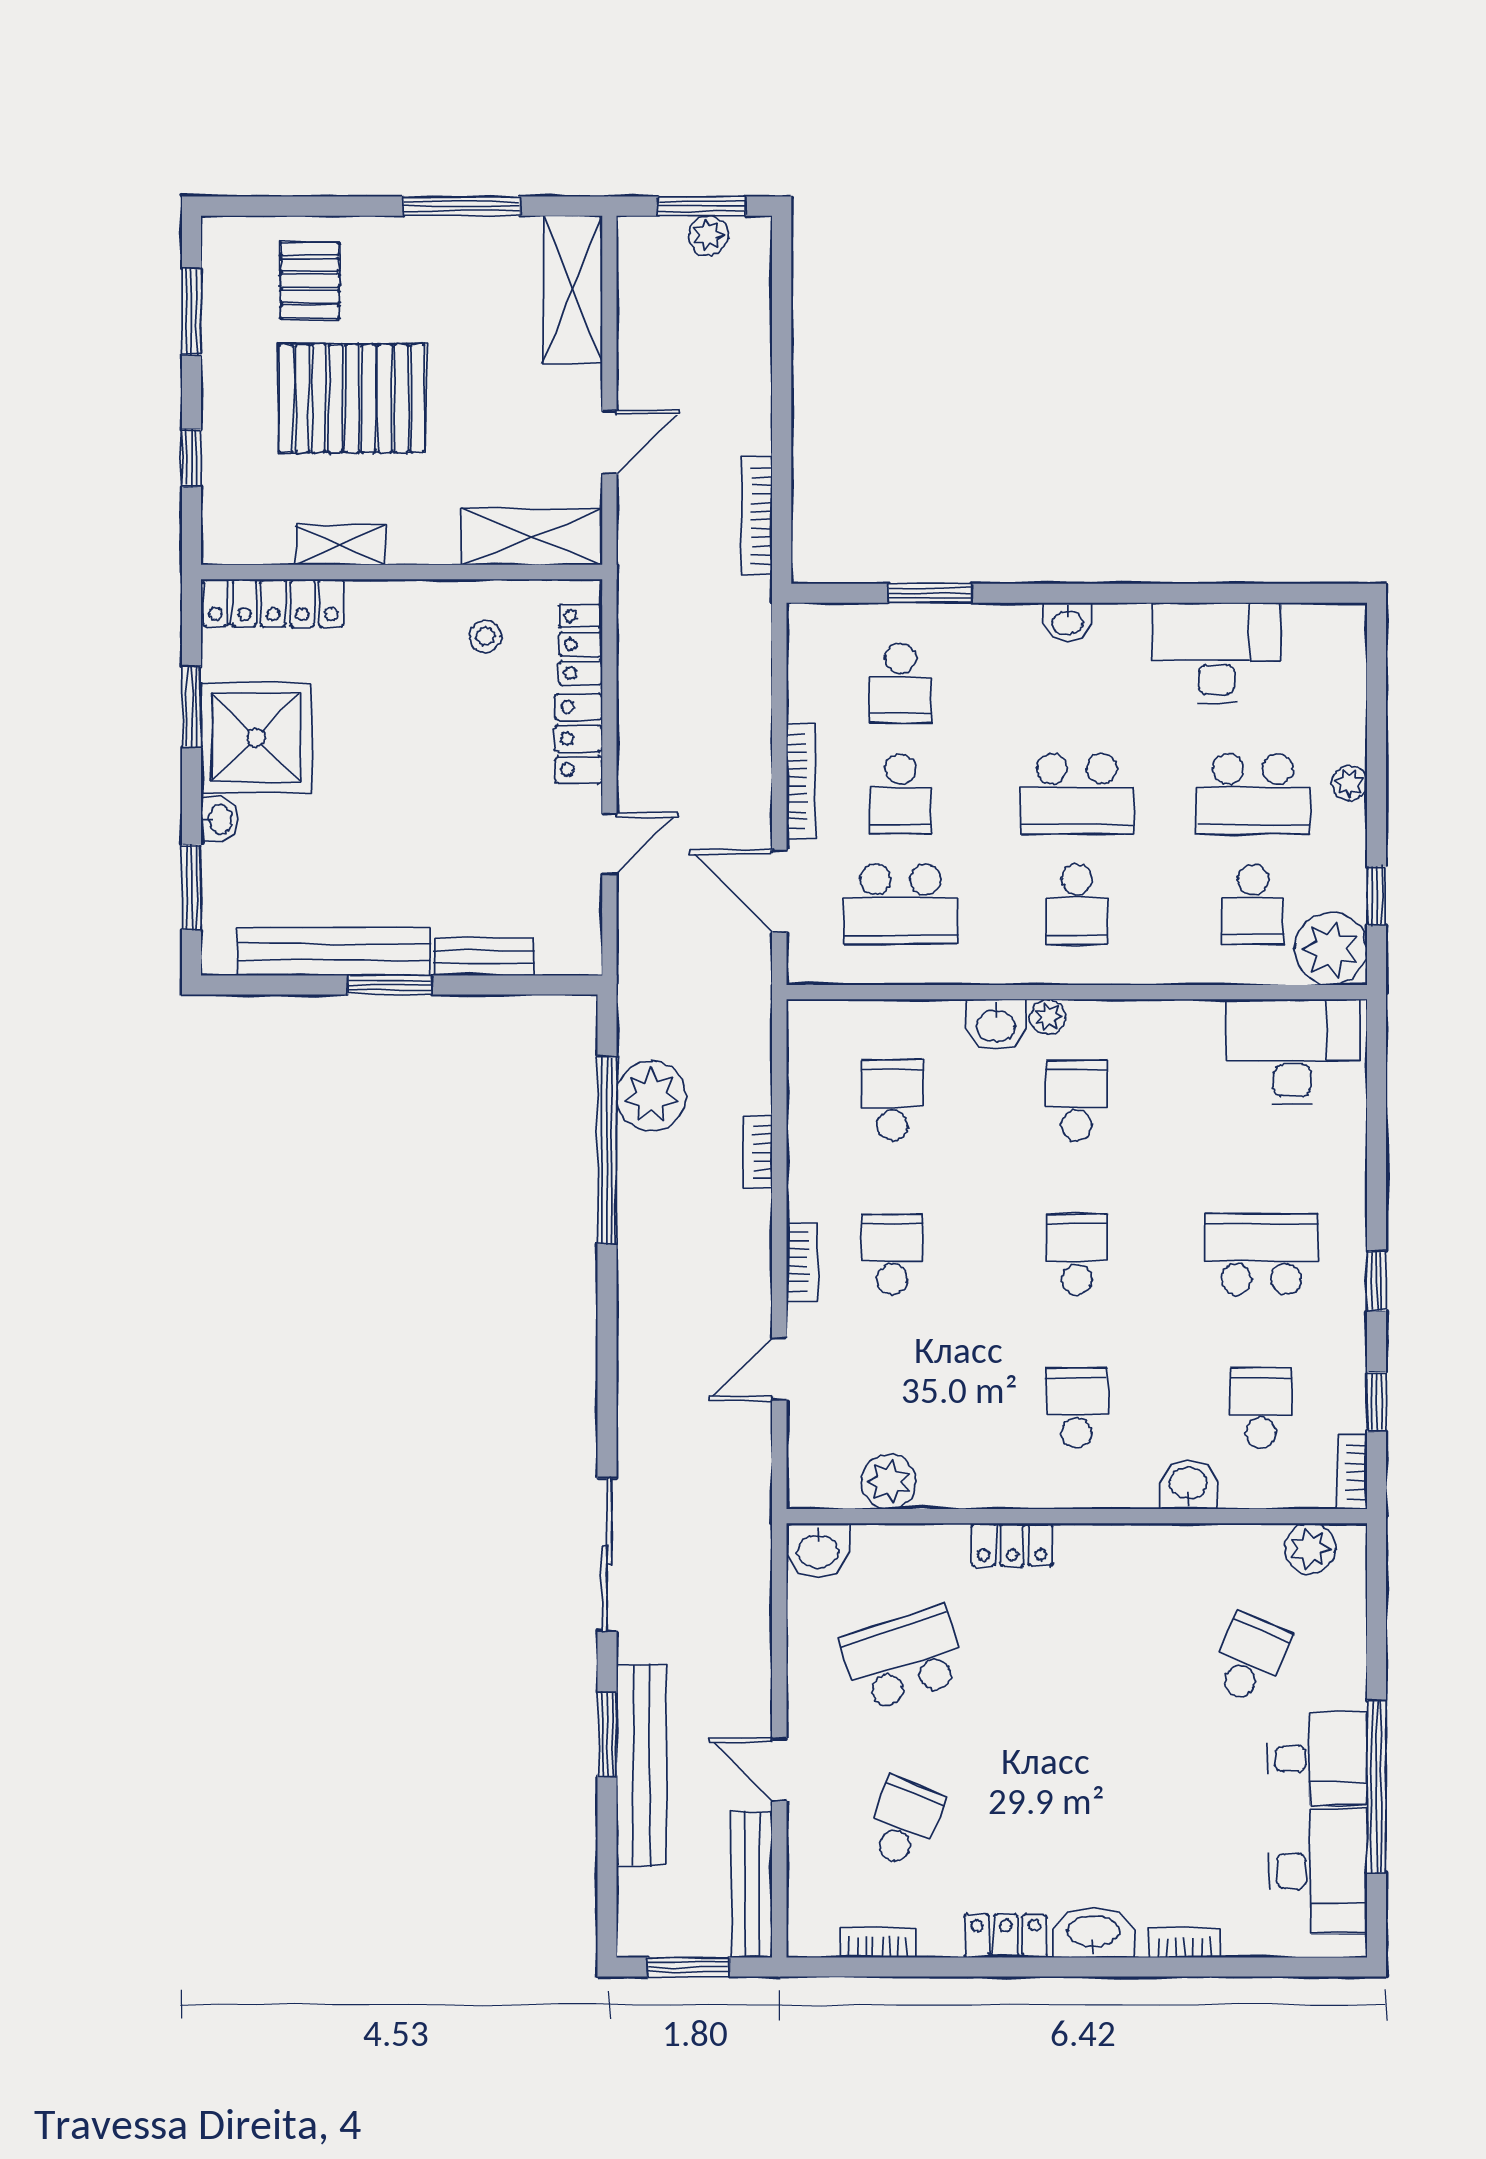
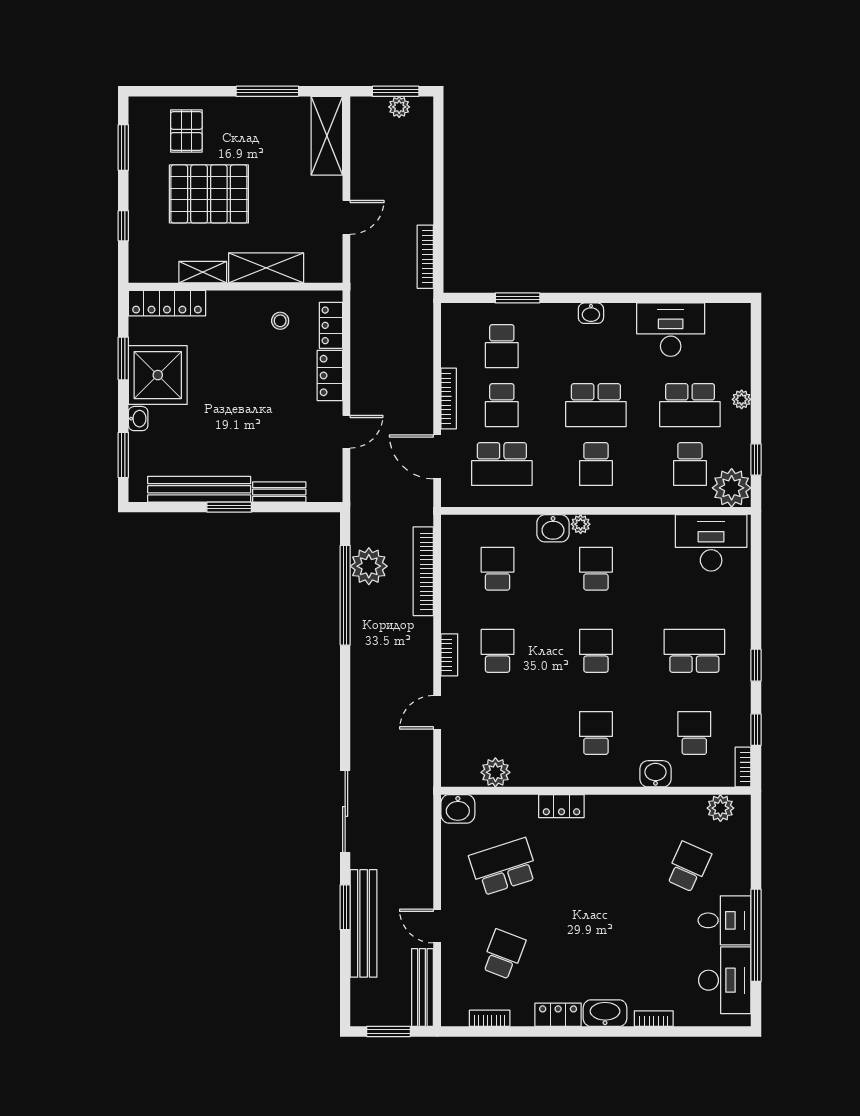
shelving: (532, 537) -> (266, 268), moved
bookcase: (758, 1152) -> (423, 571), width x2.31, depth x1.31

